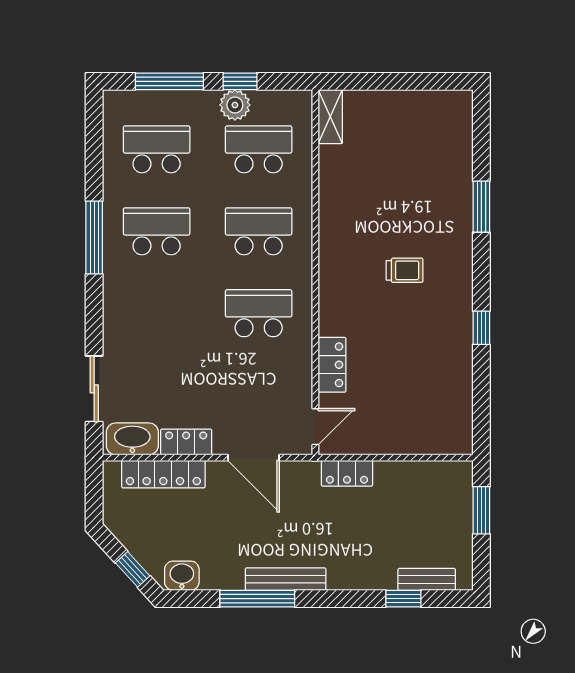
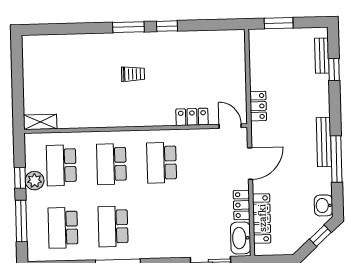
window: (481, 207) -> (128, 27), moved
trolley: (405, 270) -> (133, 74), turned 90

